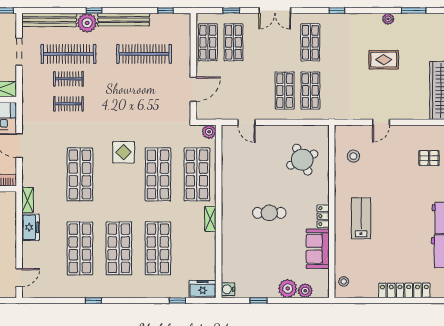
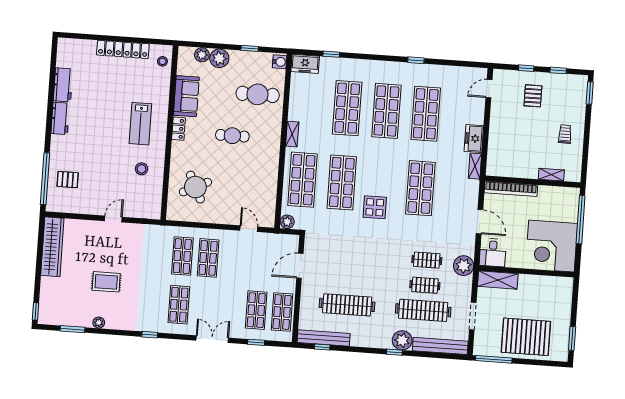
bench: (124, 20) -> (324, 338), moved
plant: (32, 101) -> (464, 266), added
stool: (353, 156) -> (142, 169), moved
cafe table: (247, 256) -> (258, 94), added
locker: (404, 290) -> (123, 49), moved

